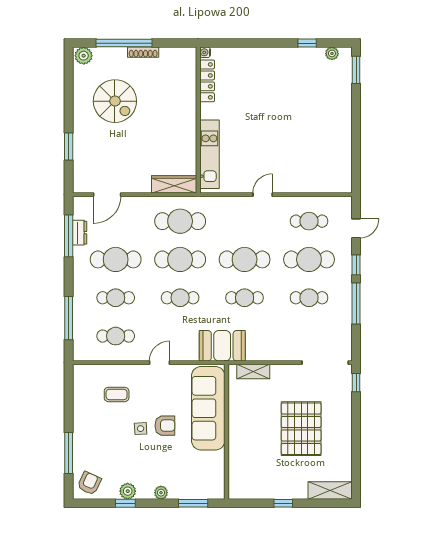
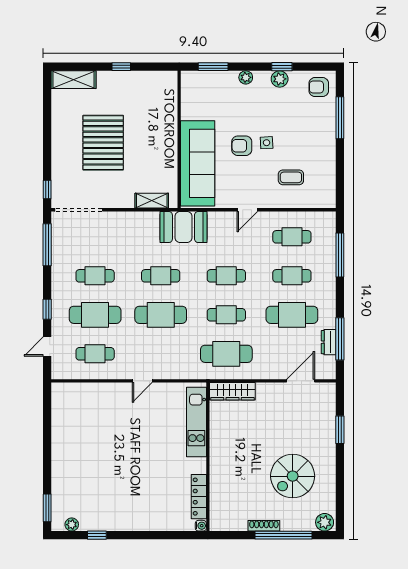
spiral stairs: (115, 101) -> (293, 476), turned -90
cafe table: (180, 259) -> (226, 315), width x0.73, depth x0.74
window: (356, 303) -> (47, 245), moved
armchair: (89, 483) -> (319, 87), turned 65

